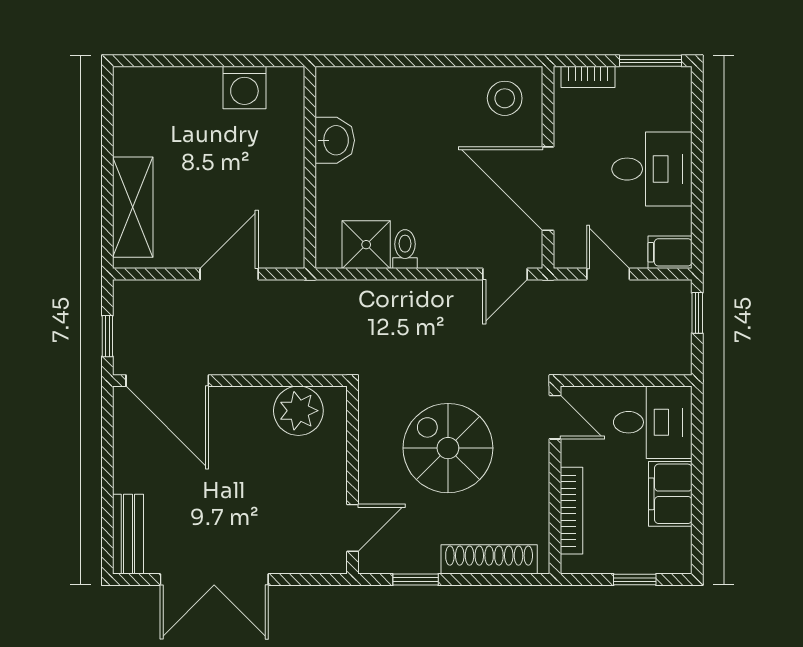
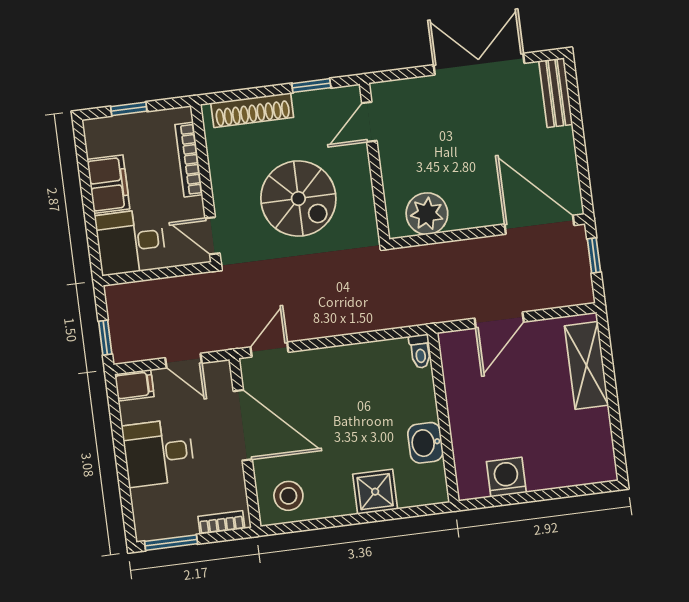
shower: (366, 245) -> (375, 492), moved
toilet: (405, 249) -> (420, 351), moved

